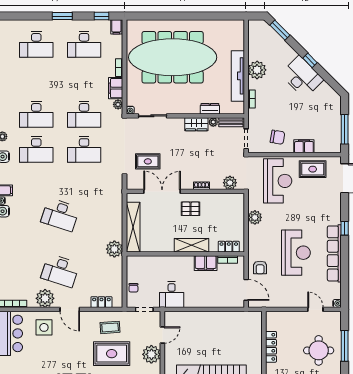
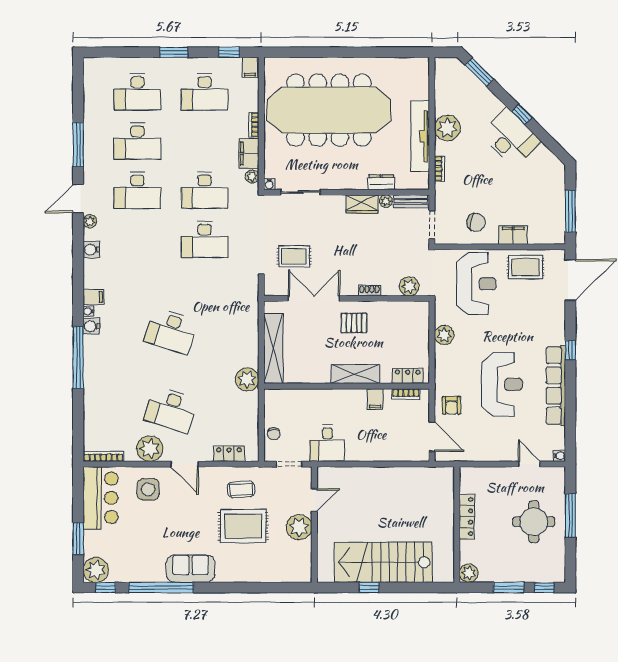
desk: (36, 149) -> (137, 141), moved
filing cabinet: (206, 263) -> (375, 399), width x0.50

